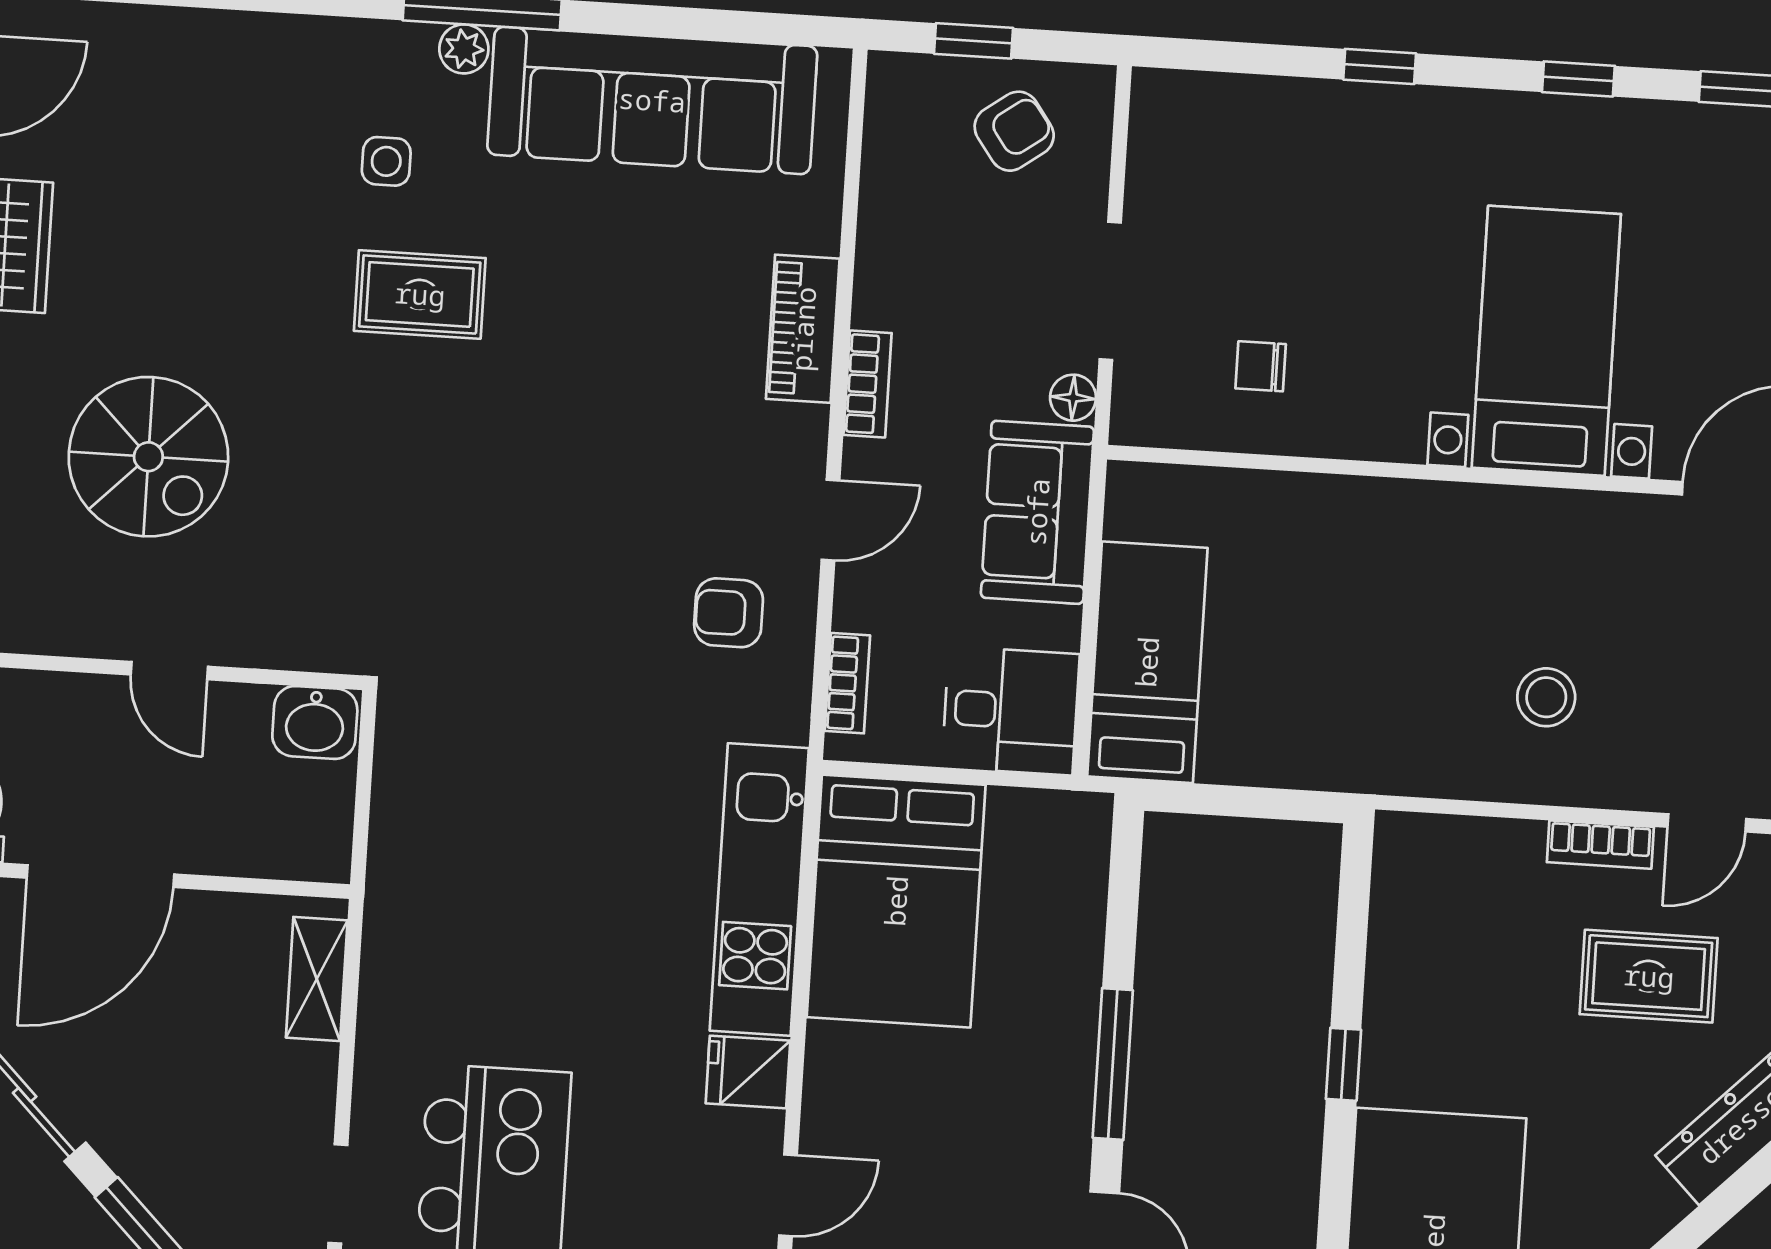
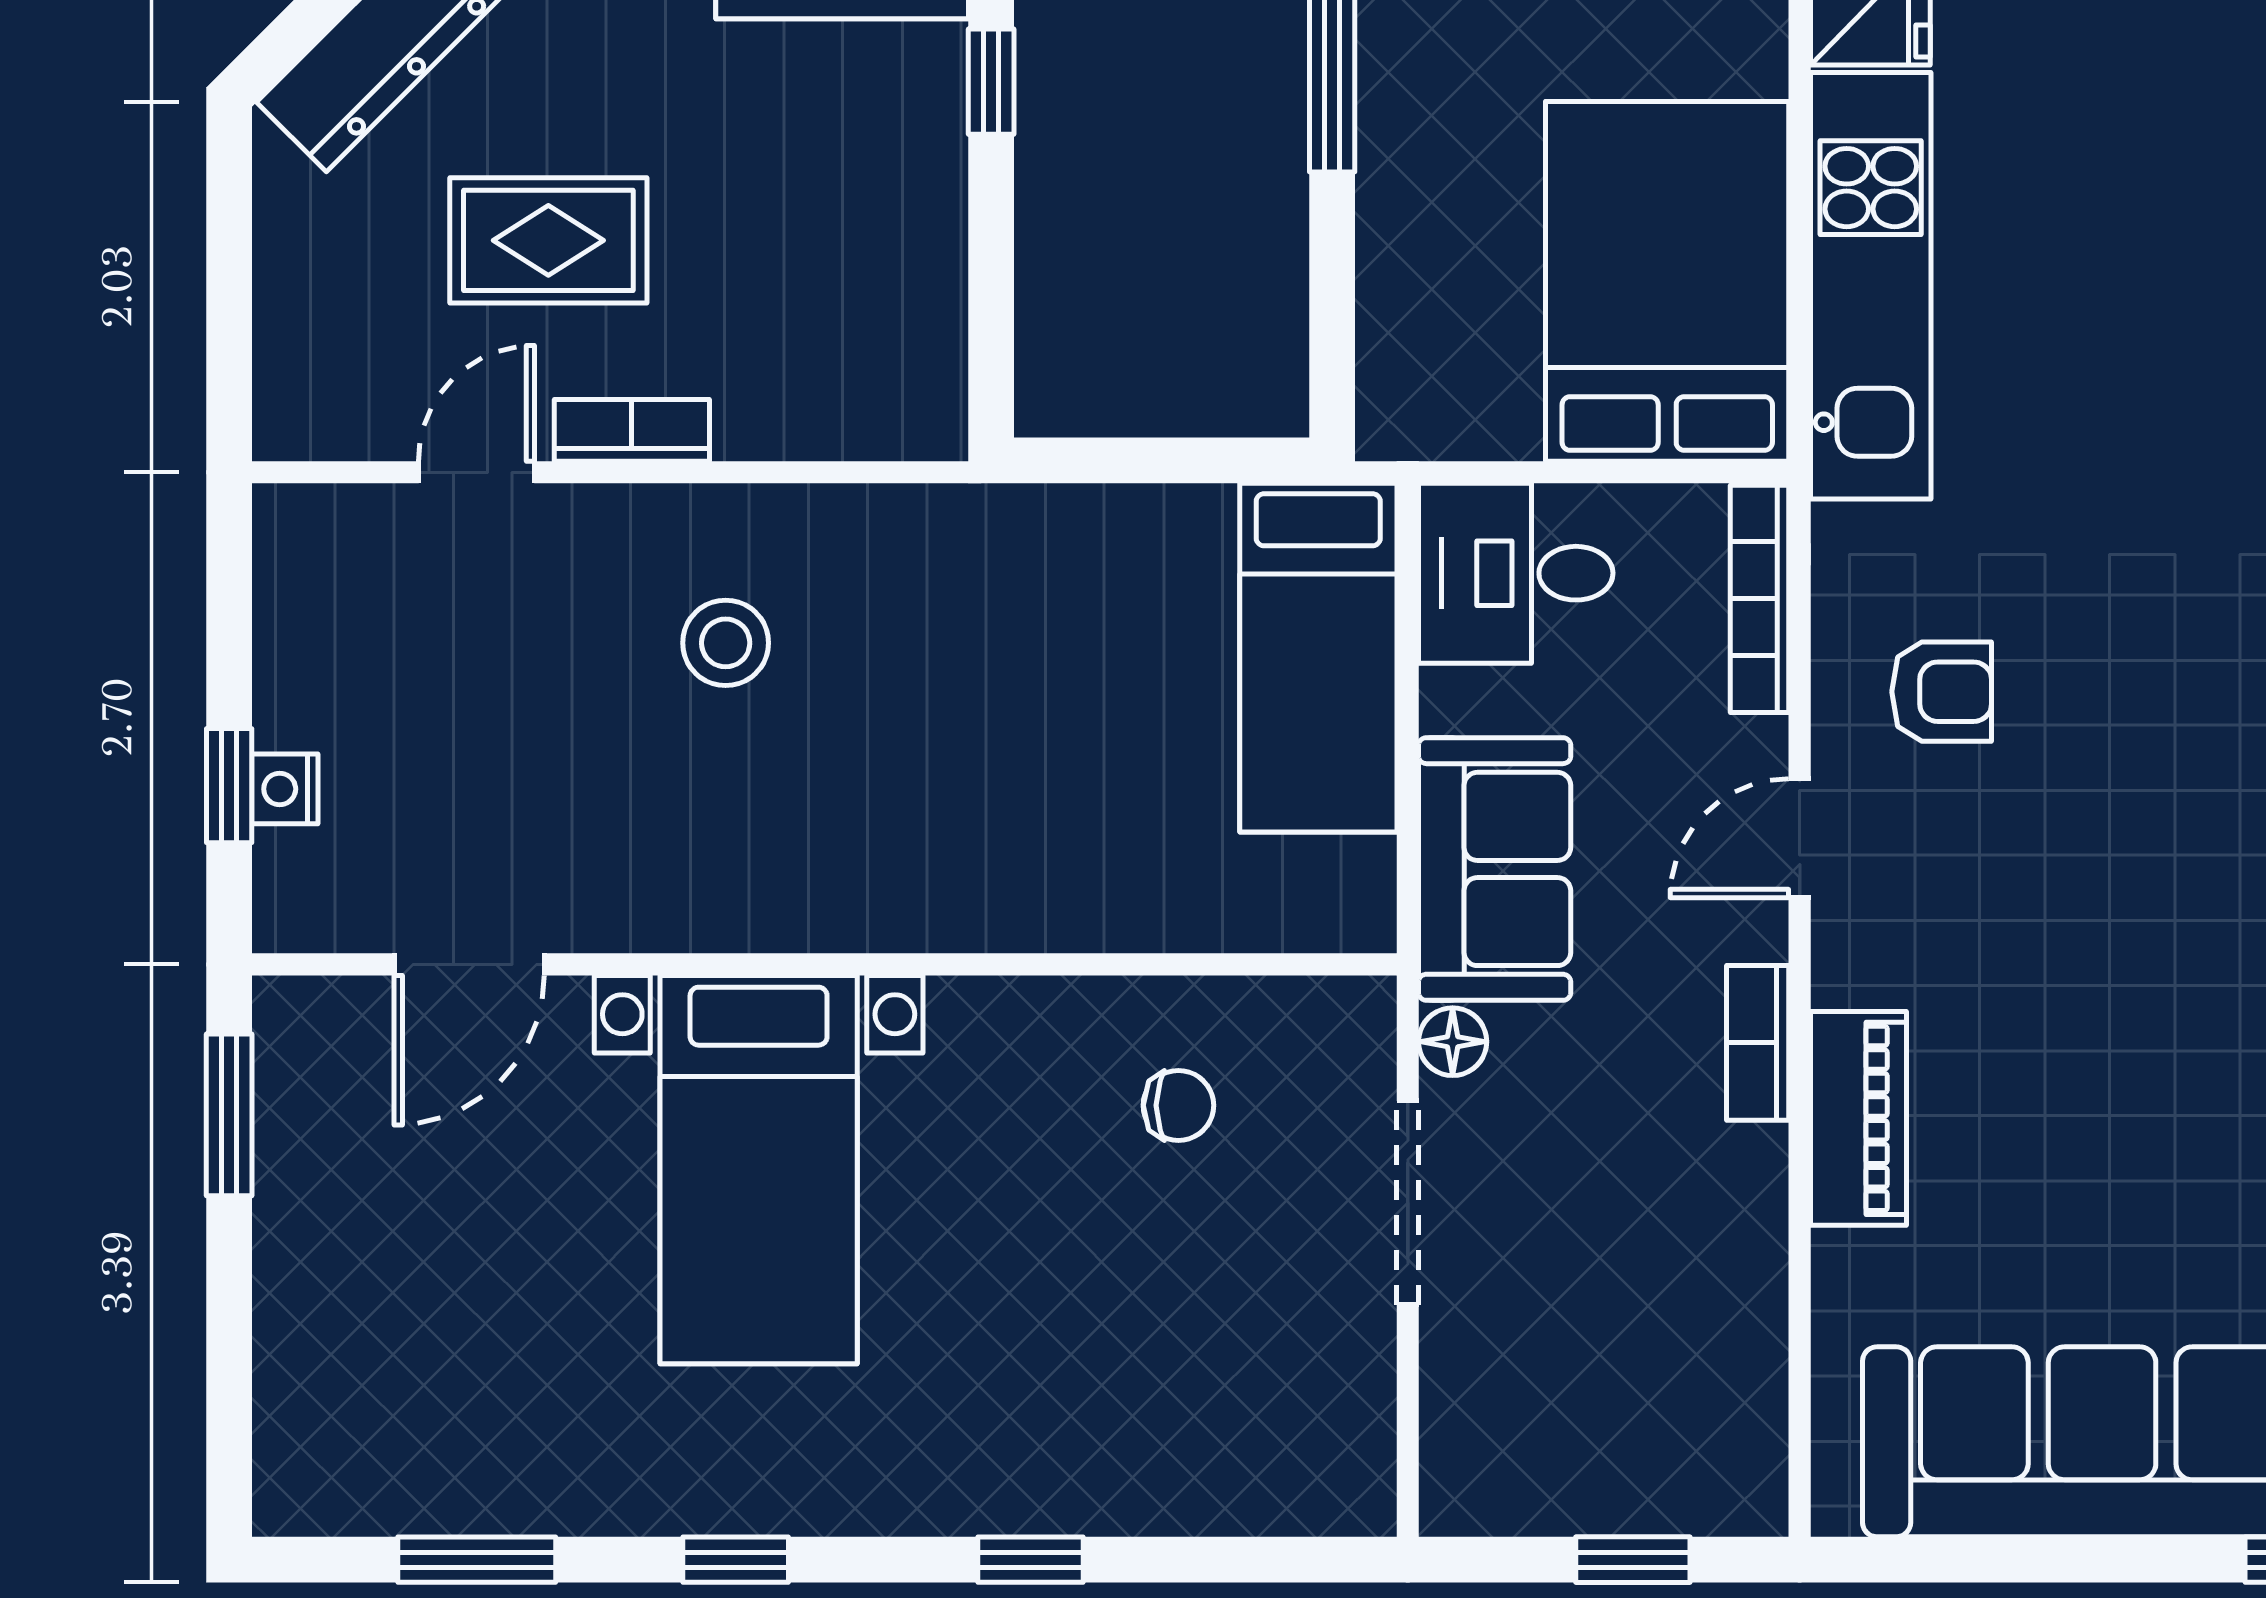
armchair: (1014, 131) -> (1564, 1430), removed
bookcase: (847, 683) -> (1760, 599), width x1.56

